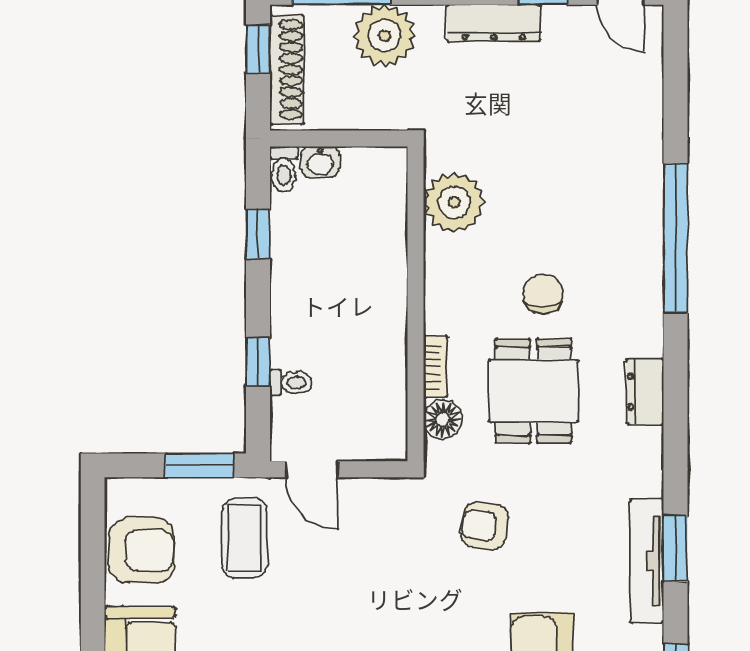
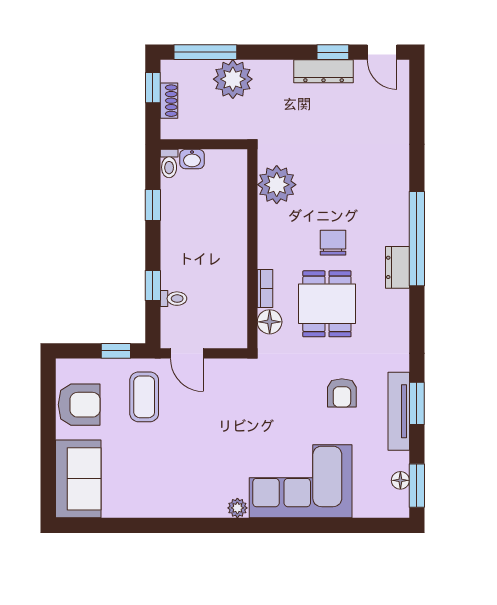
dresser: (494, 23) -> (324, 71), moved
shoe rack: (287, 70) -> (169, 101), width x0.51, depth x0.81
window: (676, 238) -> (417, 239), moved
dresser: (645, 392) -> (397, 267), moved
window: (200, 465) -> (116, 351), width x0.67
armchair: (485, 526) -> (342, 393), moved, turned -97

